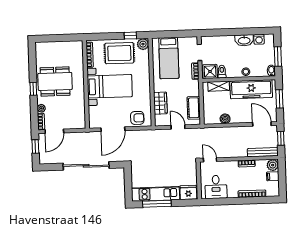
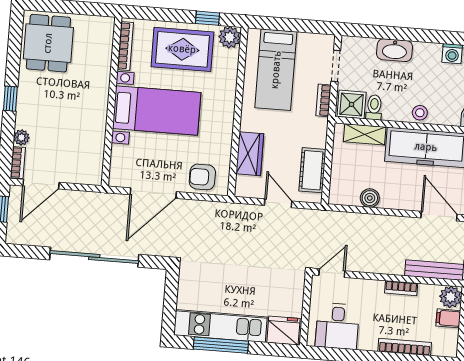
washbasin: (244, 40) -> (395, 50), moved
dining table: (55, 81) -> (48, 43), moved, width x0.73
armchair: (137, 118) -> (202, 177), turned 180
door: (210, 160) -> (332, 273), hinge flipped

